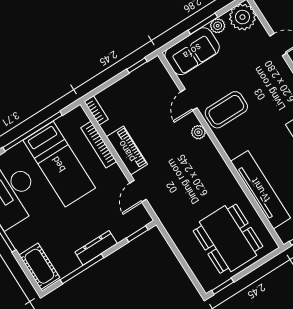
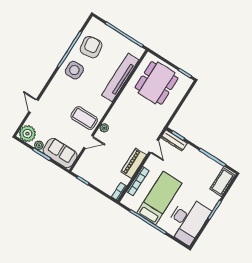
door: (138, 191) -> (154, 146), hinge flipped
dresser: (96, 248) -> (174, 140), moved

